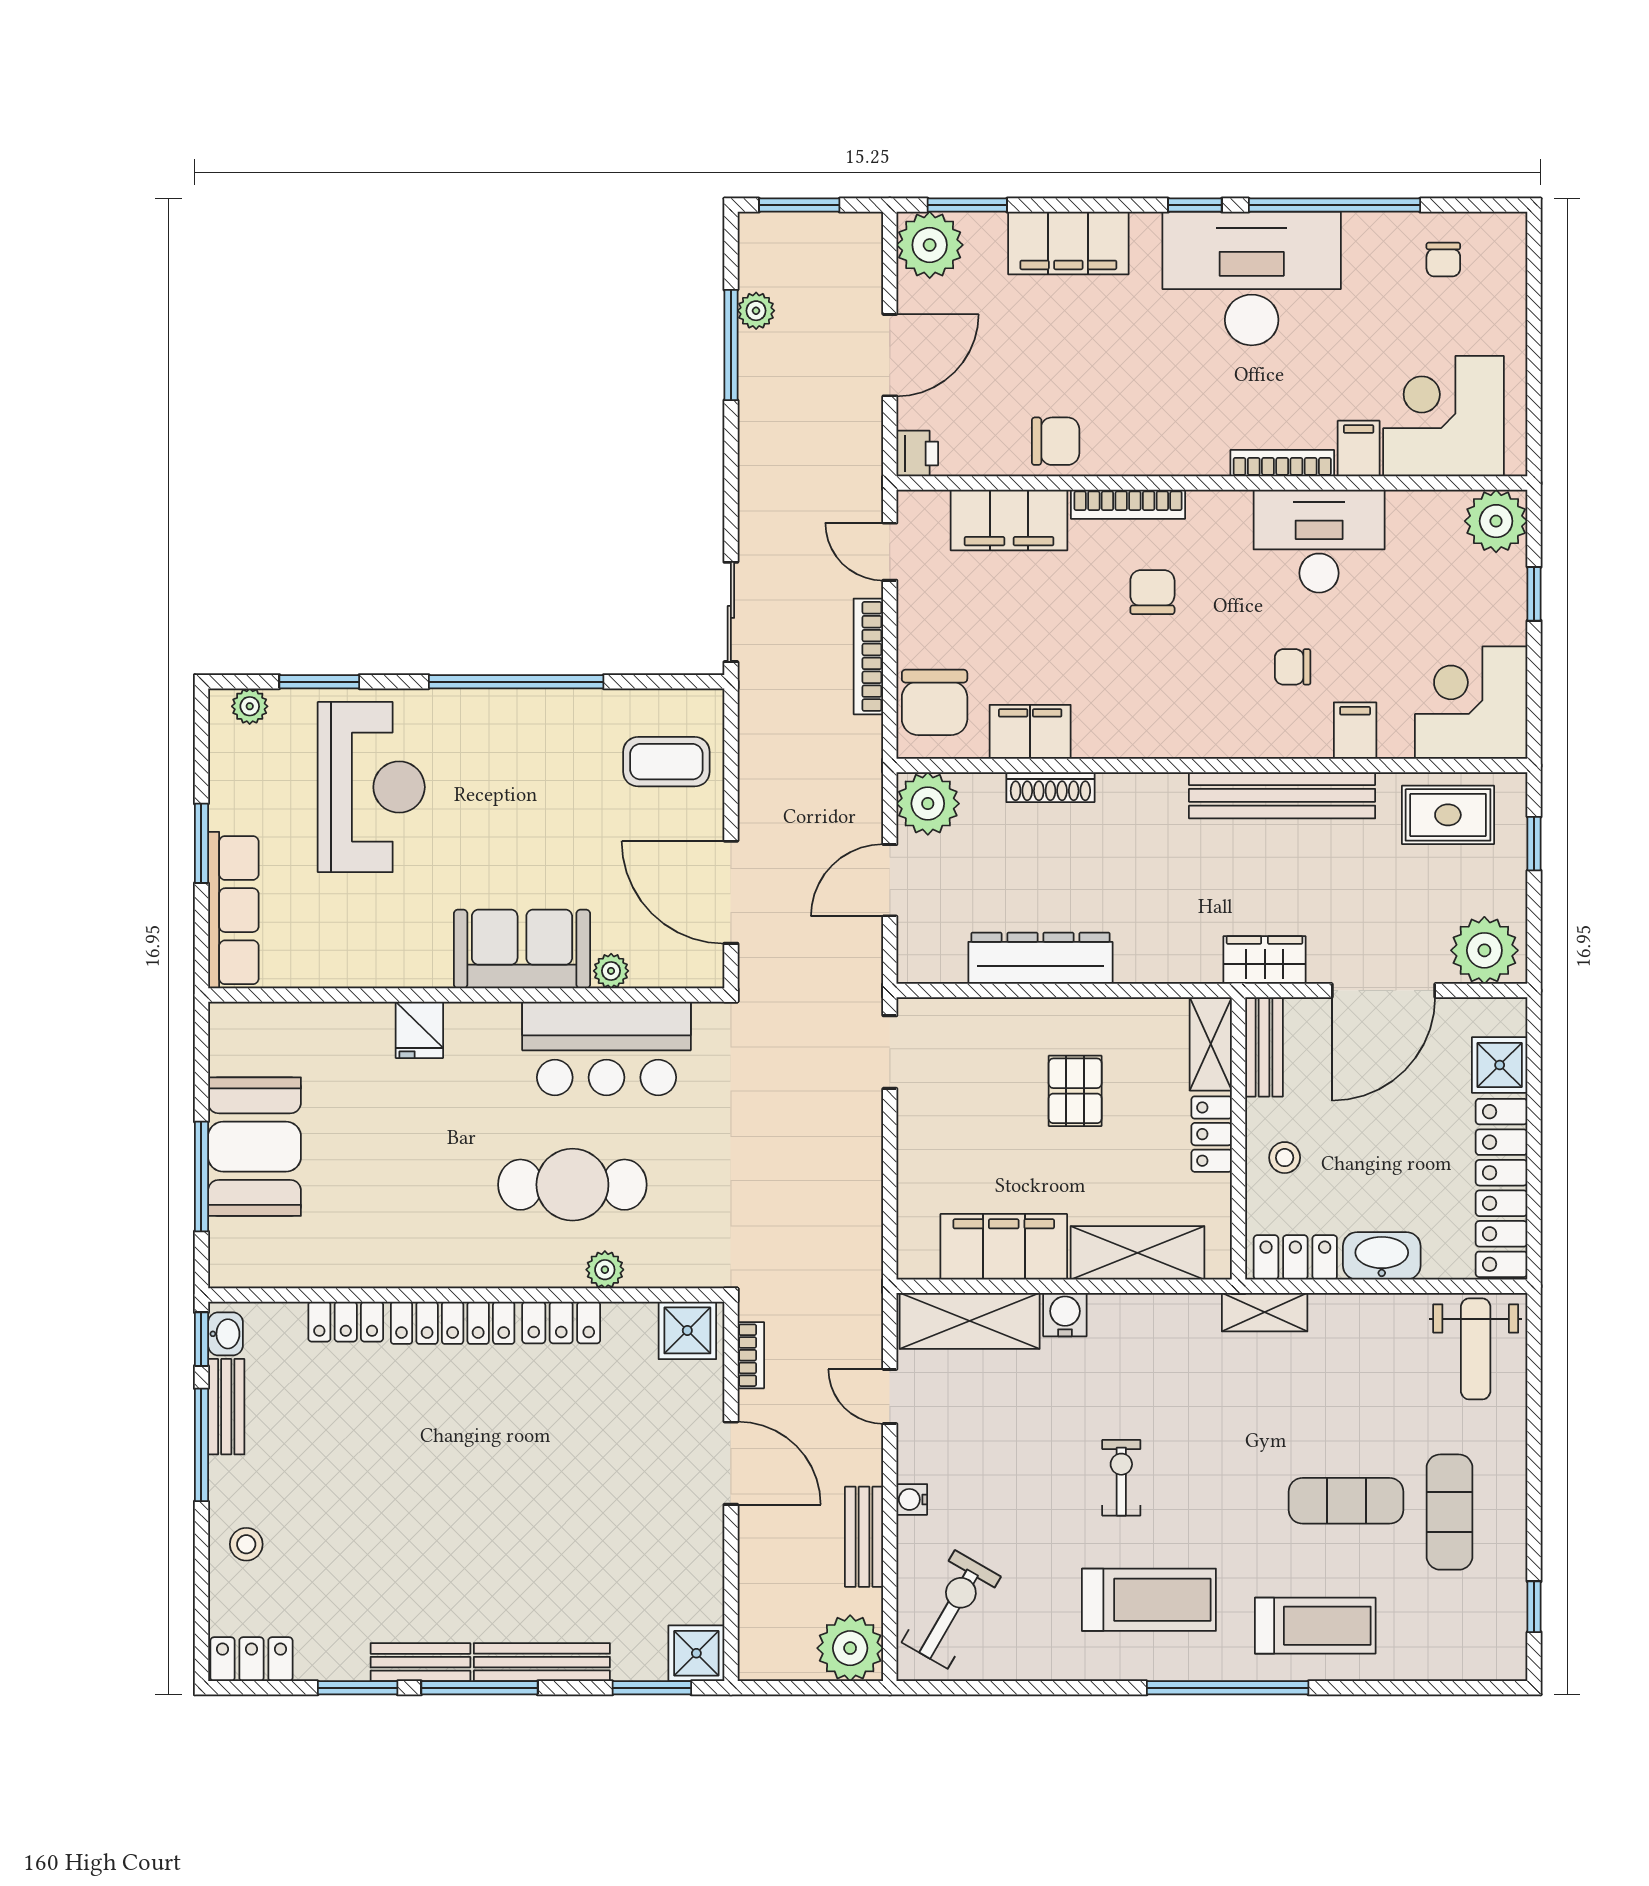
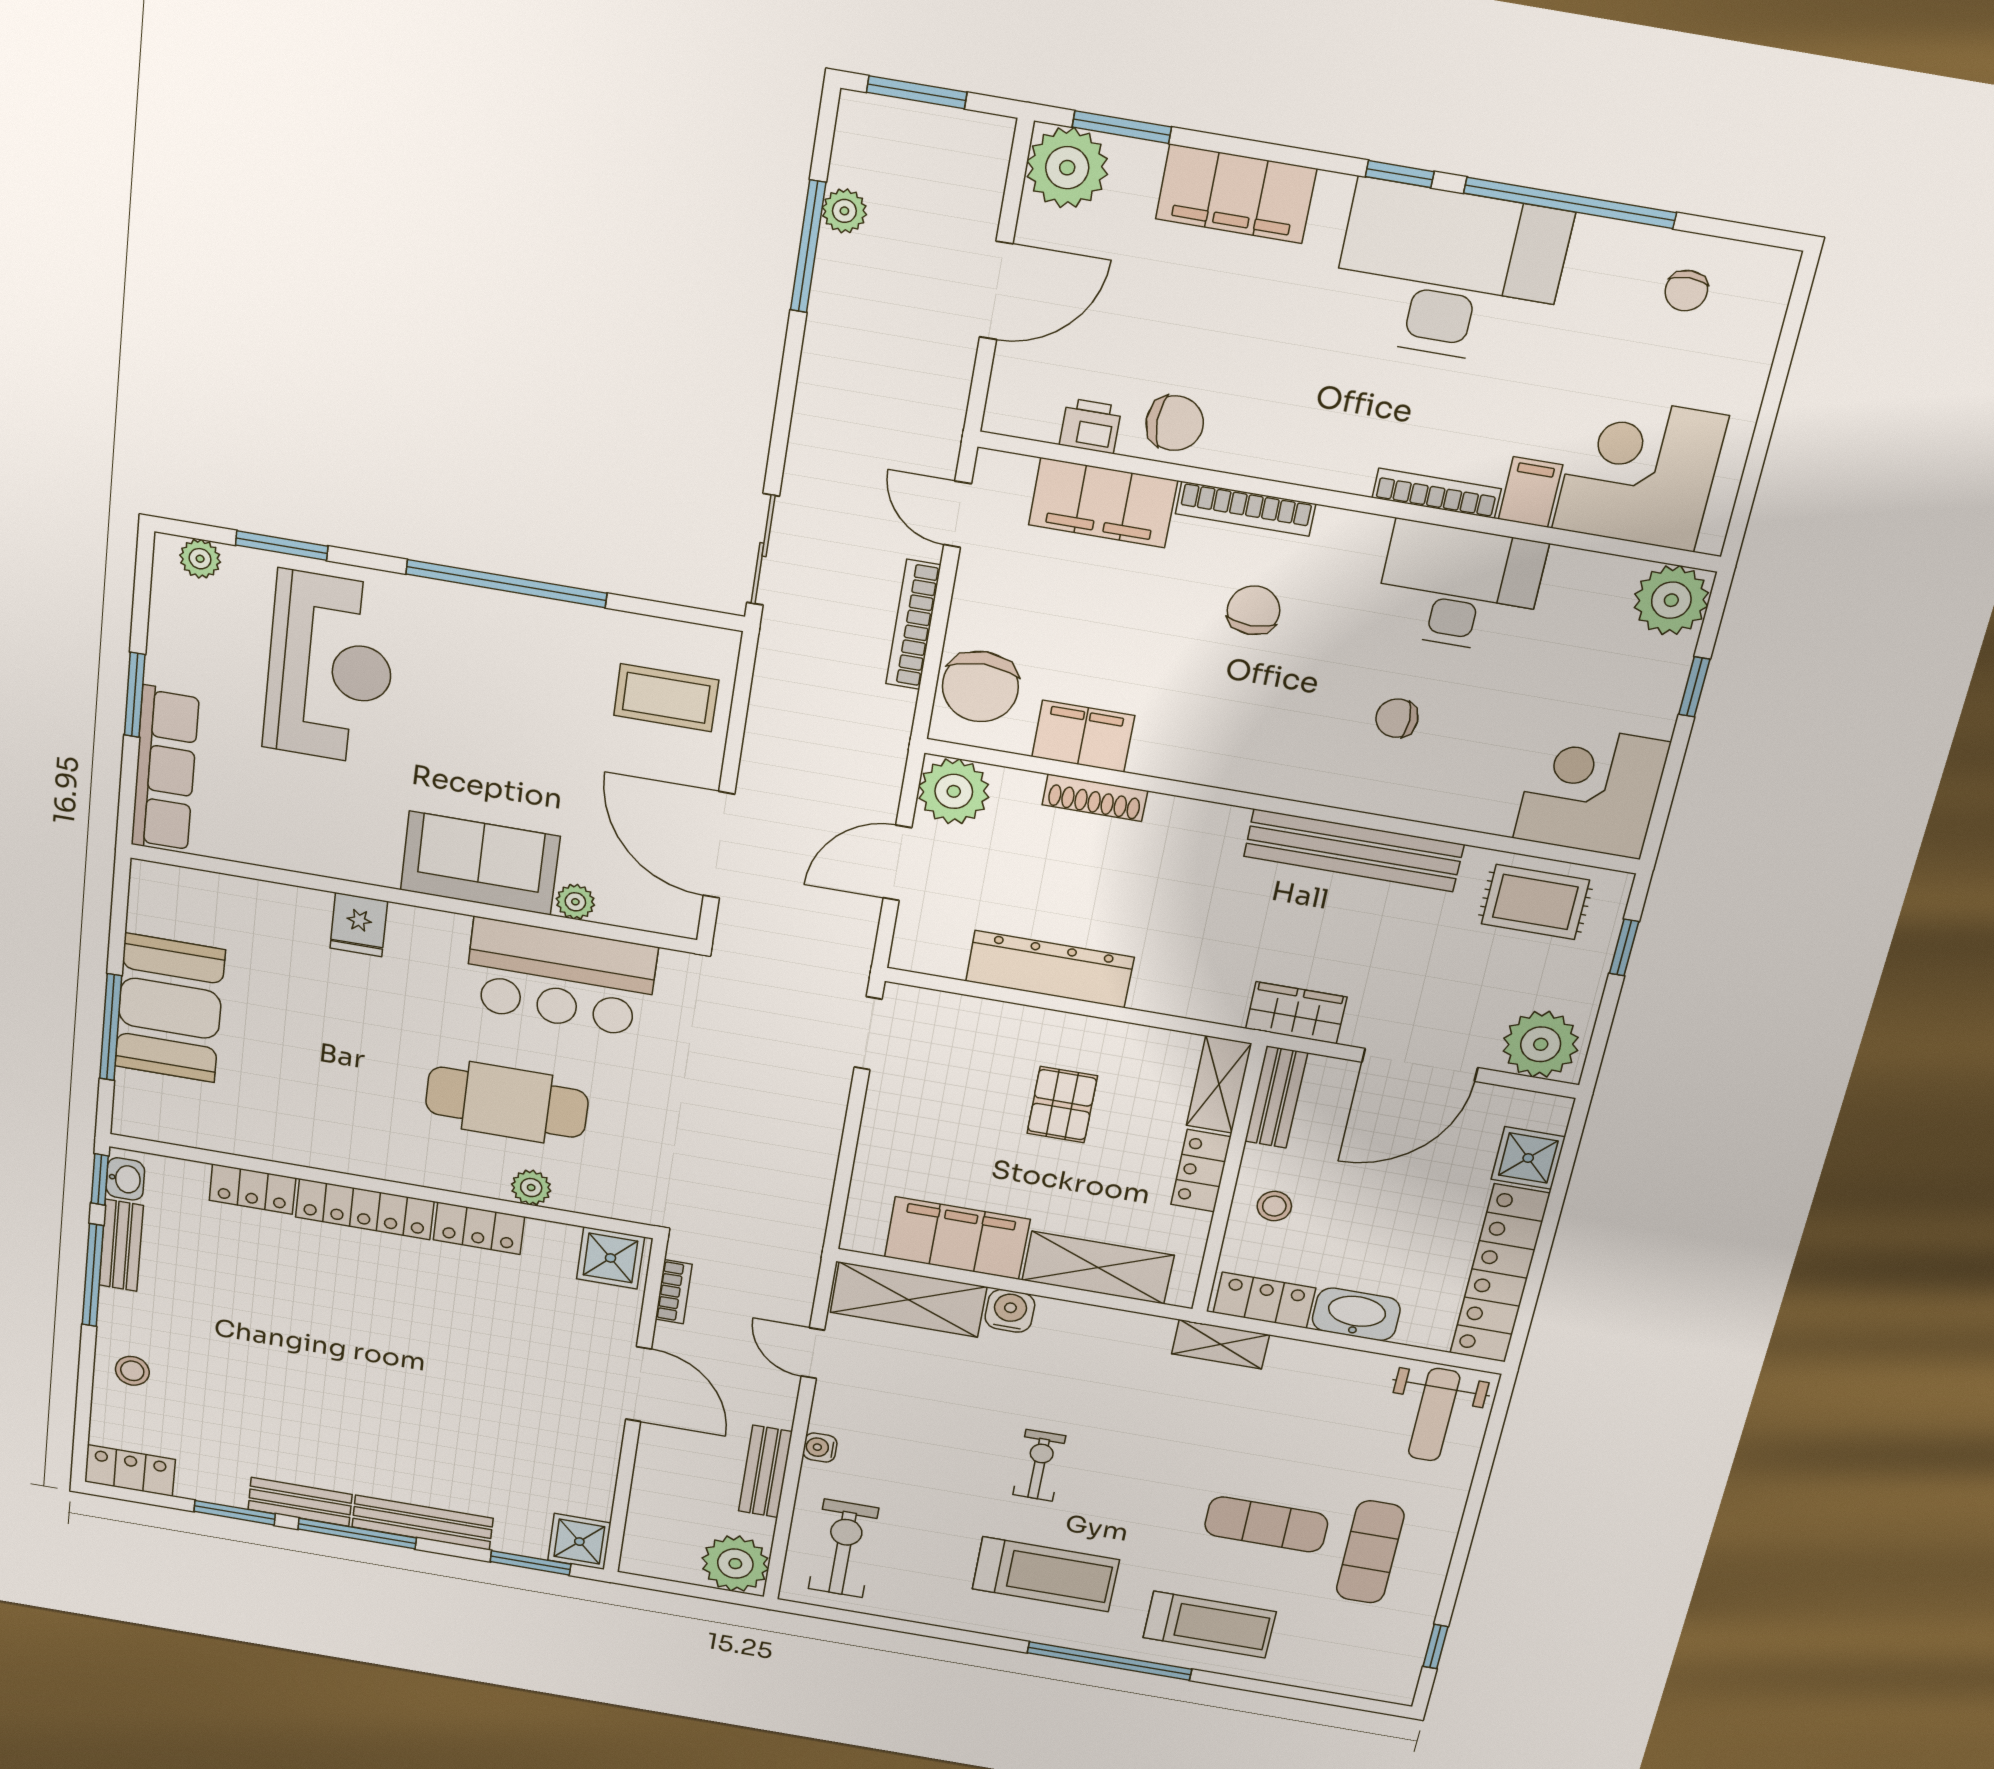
printer: (917, 454) -> (1091, 426), moved, turned -90
filing cabinet: (1355, 731) -> (1452, 797), removed
exercise bike: (951, 1609) -> (843, 1548), turned -30

